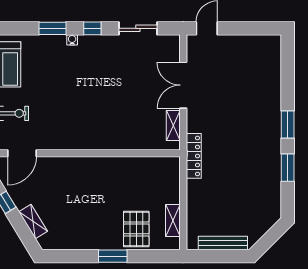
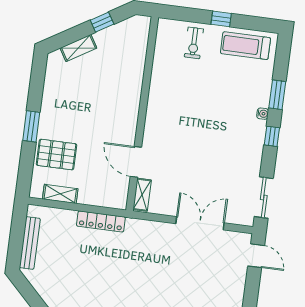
sliding door: (138, 28) -> (264, 197), moved
shelving: (173, 126) -> (142, 195), moved, turned 90
door: (22, 153) -> (136, 162), moved
locker: (194, 156) -> (101, 221), moved

